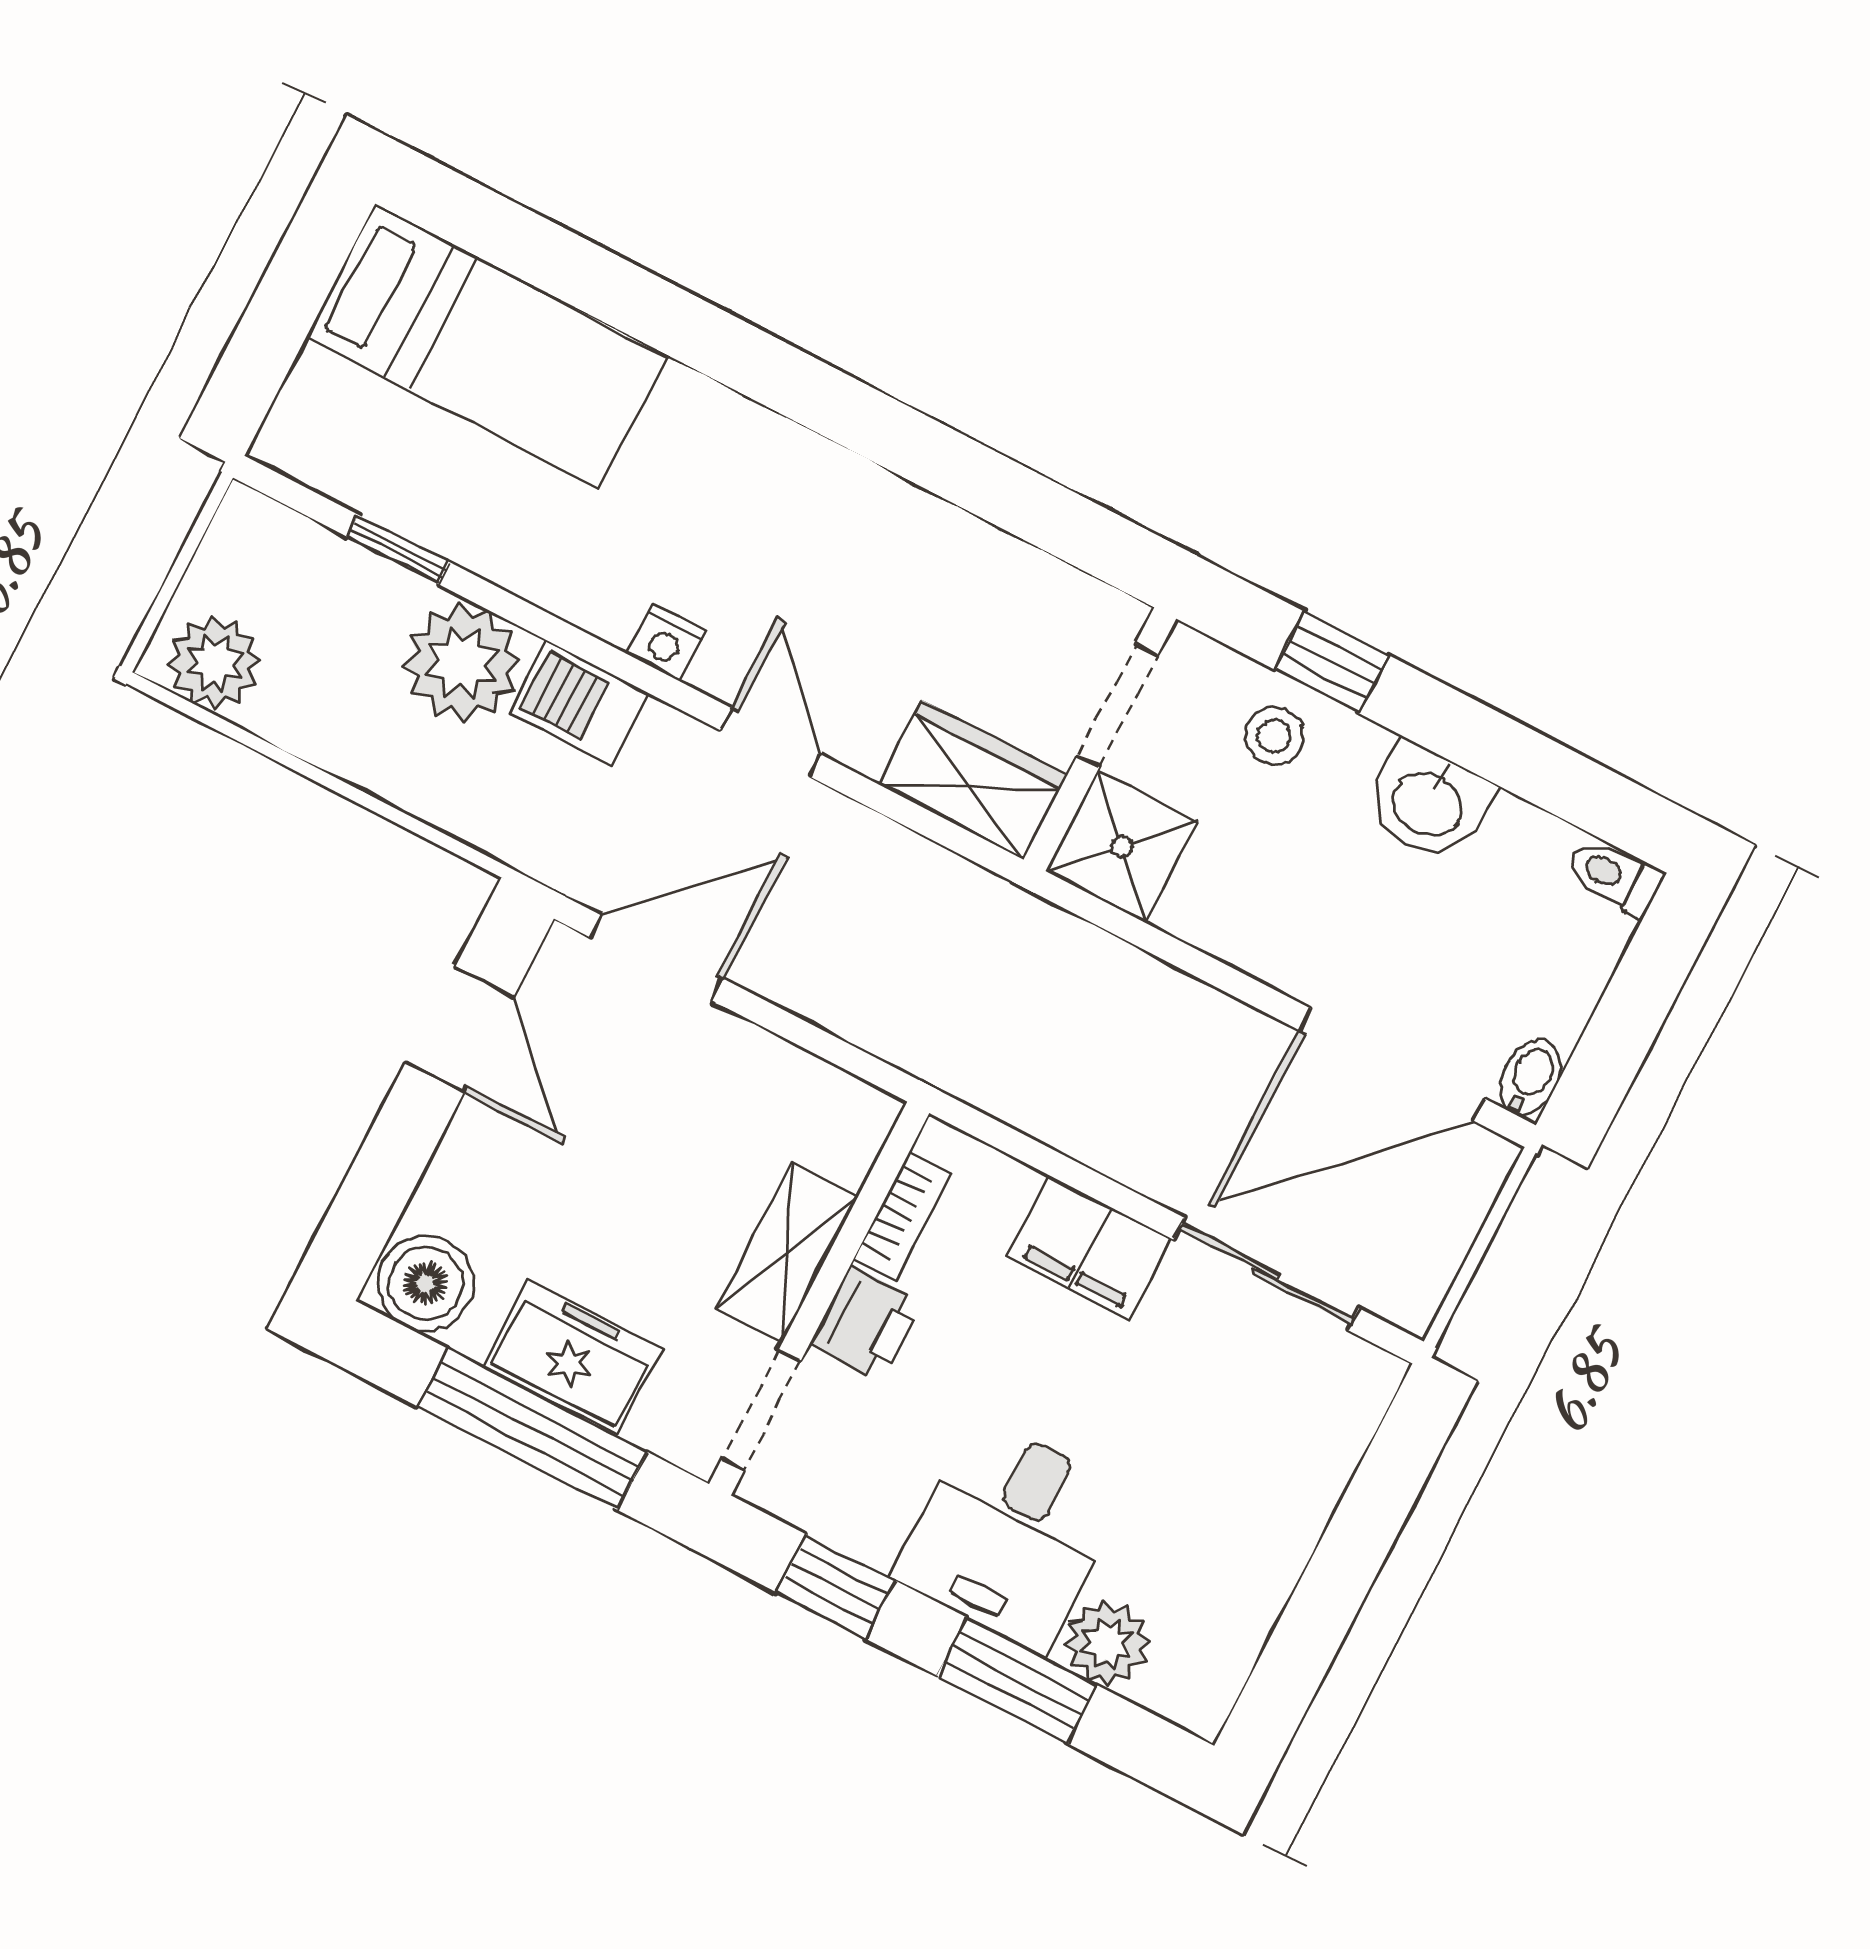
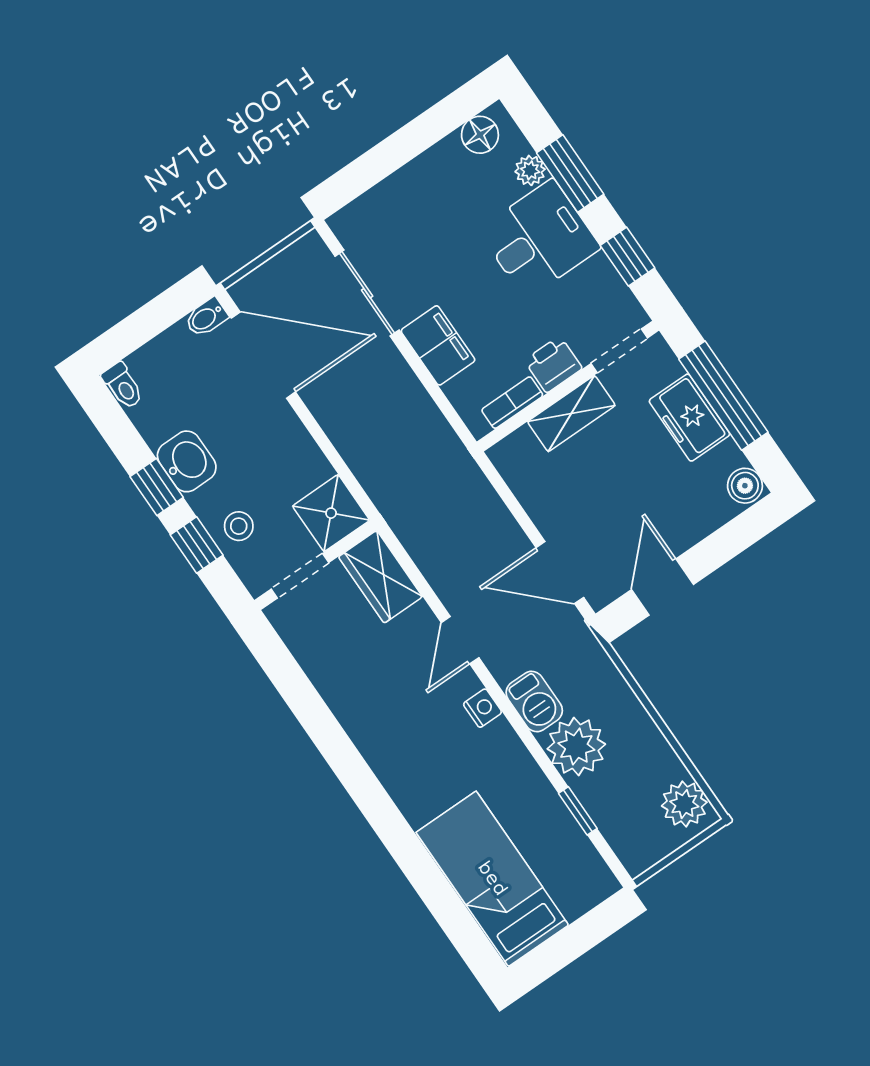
window: (1458, 728) -> (157, 487), added
boiler: (426, 1283) -> (745, 486), width x0.73, depth x0.73
plant: (1107, 1643) -> (530, 170), width x0.73, depth x0.73
floor lamp: (1215, 1664) -> (480, 135), added

